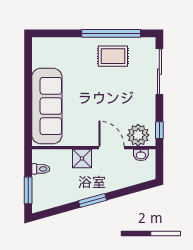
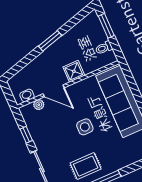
side table: (96, 97) -> (85, 127), added
window: (159, 130) -> (26, 135), moved
plant: (138, 135) -> (39, 105), width x0.53, depth x0.53

